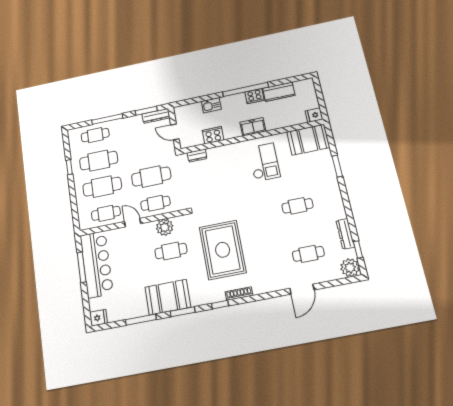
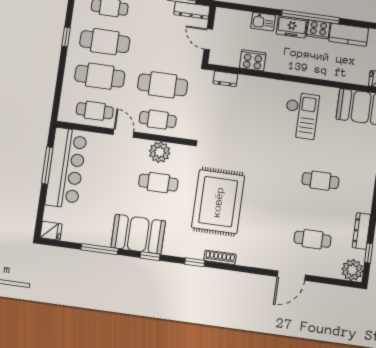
freezer: (253, 127) -> (292, 27), moved, turned 180
window: (183, 312) -> (150, 256), width x0.67

